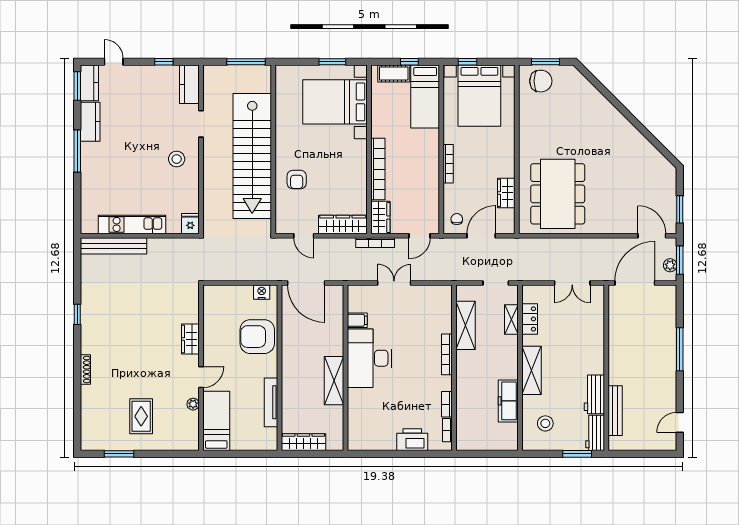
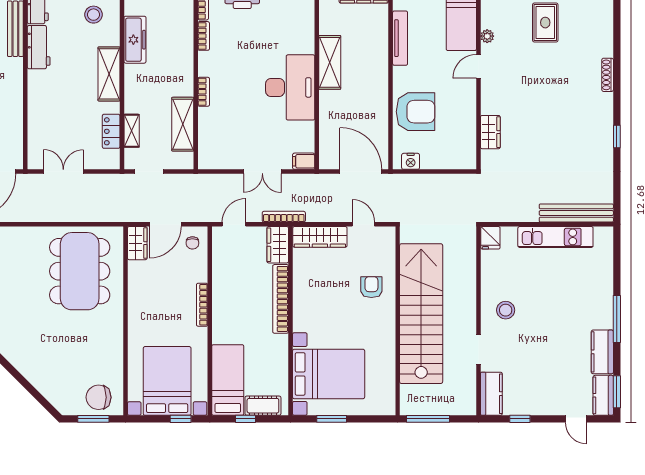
wardrobe: (506, 193) -> (137, 243), moved
filing cabinet: (357, 320) -> (304, 161), moved
wardrobe: (190, 339) -> (490, 132), moved
bookcase: (447, 354) -> (204, 92), width x0.64

